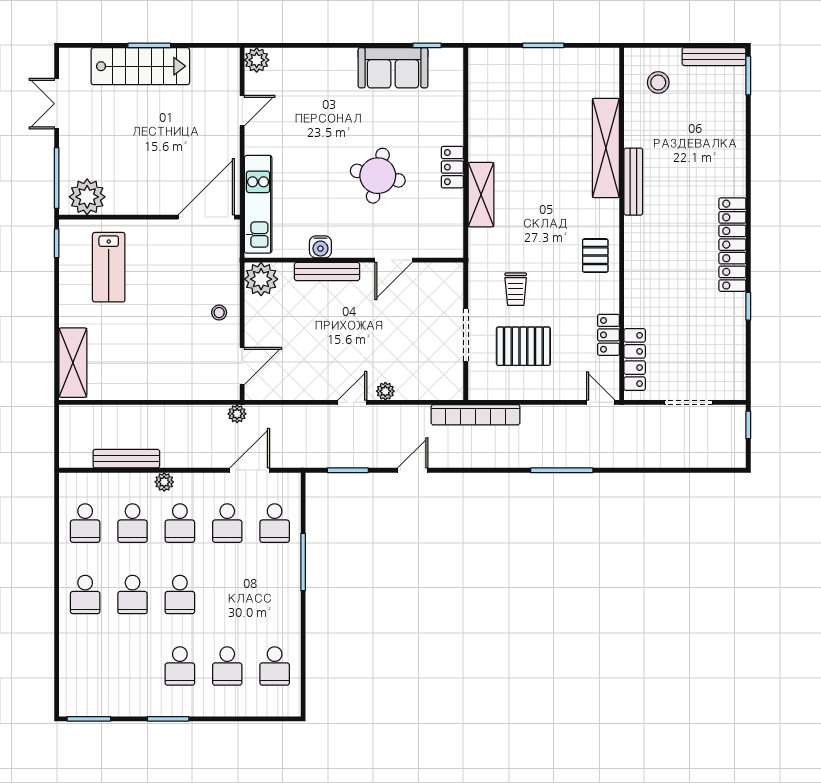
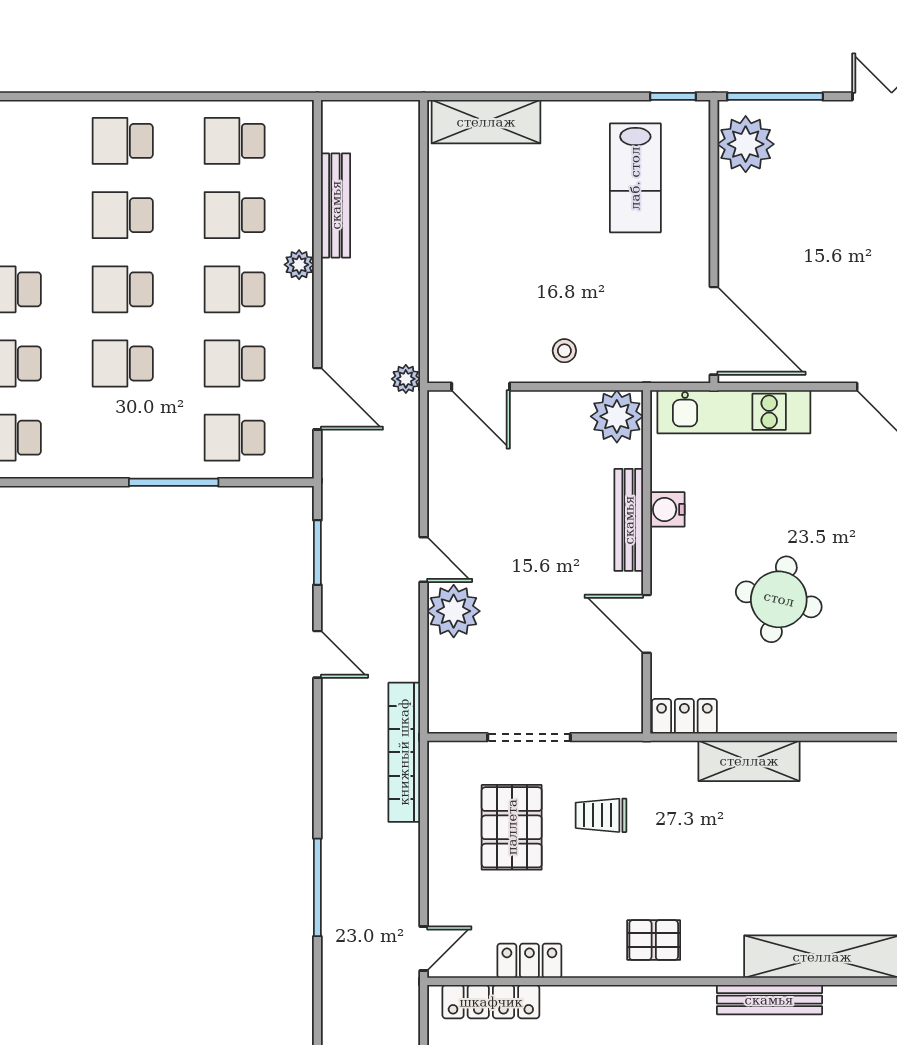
locker: (452, 167) -> (684, 716), moved
lab bench: (109, 267) -> (635, 178), turned -90
plant: (385, 391) -> (454, 611), width x1.88, depth x1.88
school desk: (227, 595) -> (123, 364), added

